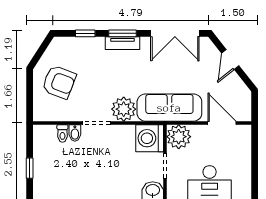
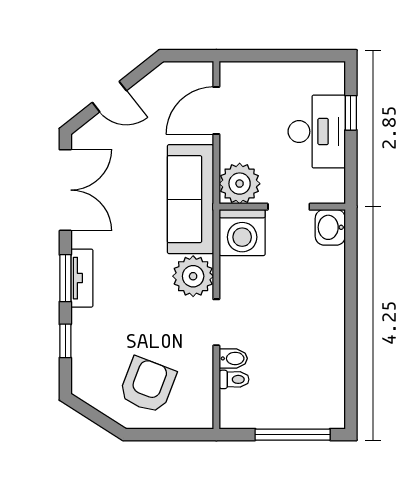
window: (30, 168) -> (293, 435), width x2.17

